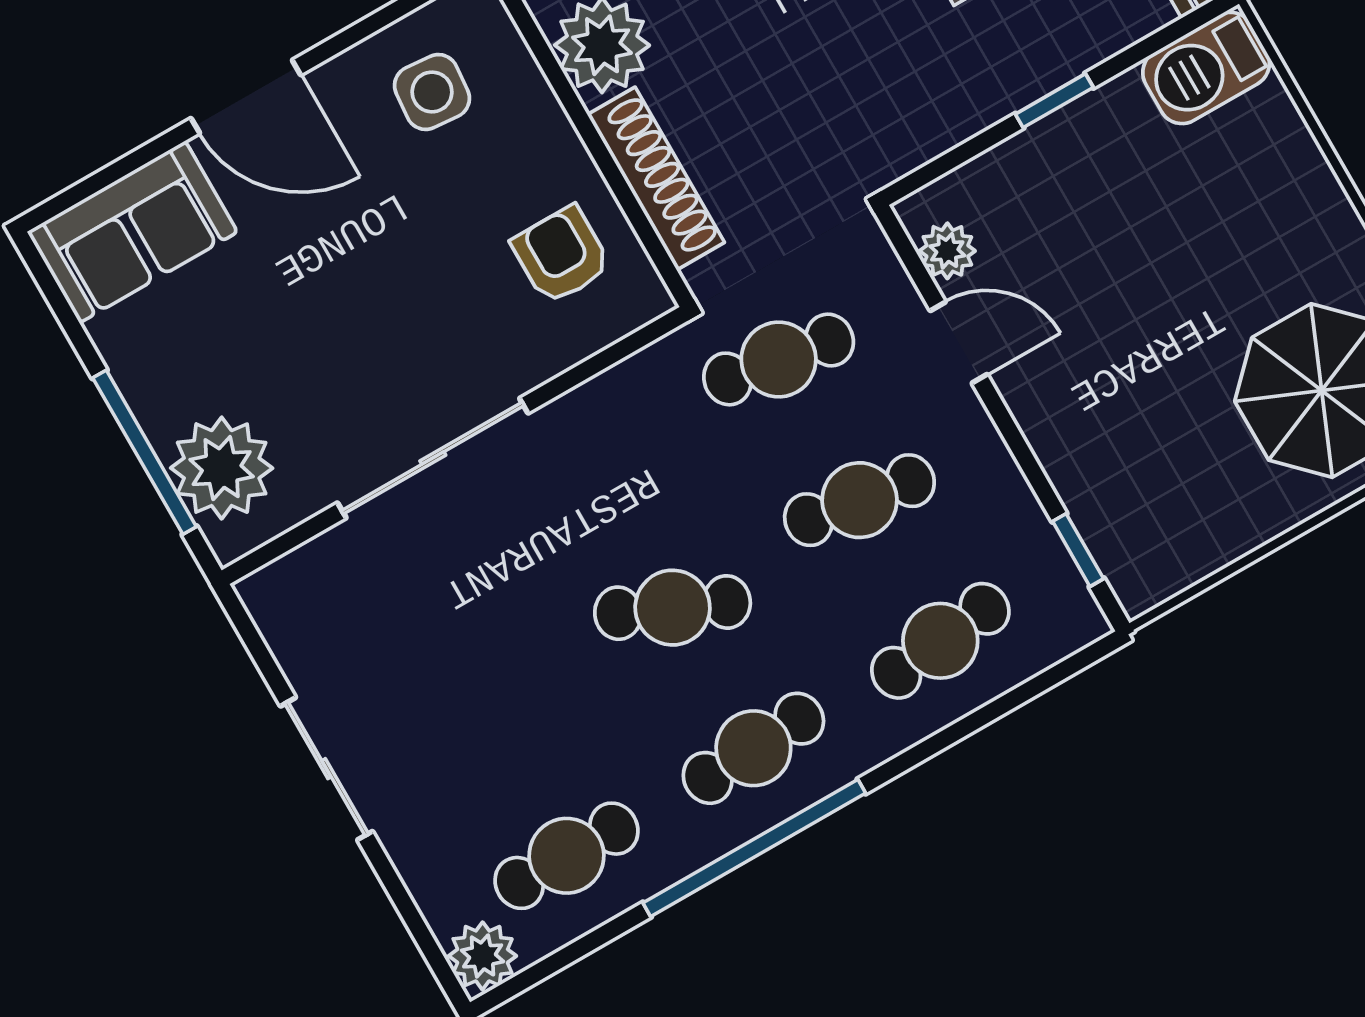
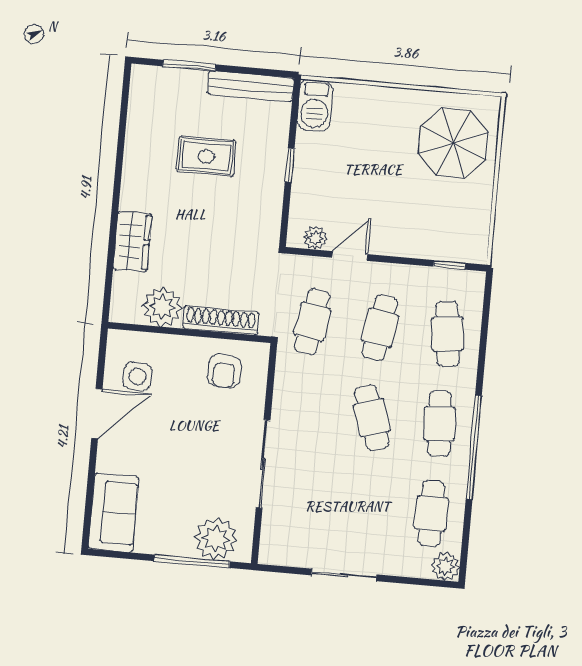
door: (246, 97) -> (97, 414), moved
armchair: (561, 255) -> (224, 371), turned -88
cafe table: (673, 608) -> (372, 418), turned -42

